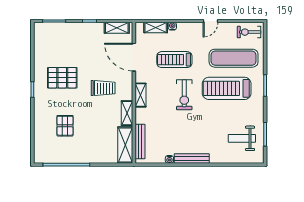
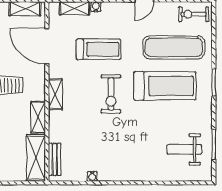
treadmill: (174, 60) -> (98, 49), turned 180
treadmill: (227, 88) -> (165, 86), turned 180
bench: (140, 141) -> (55, 159), width x0.73
bench: (192, 158) -> (121, 175), removed

